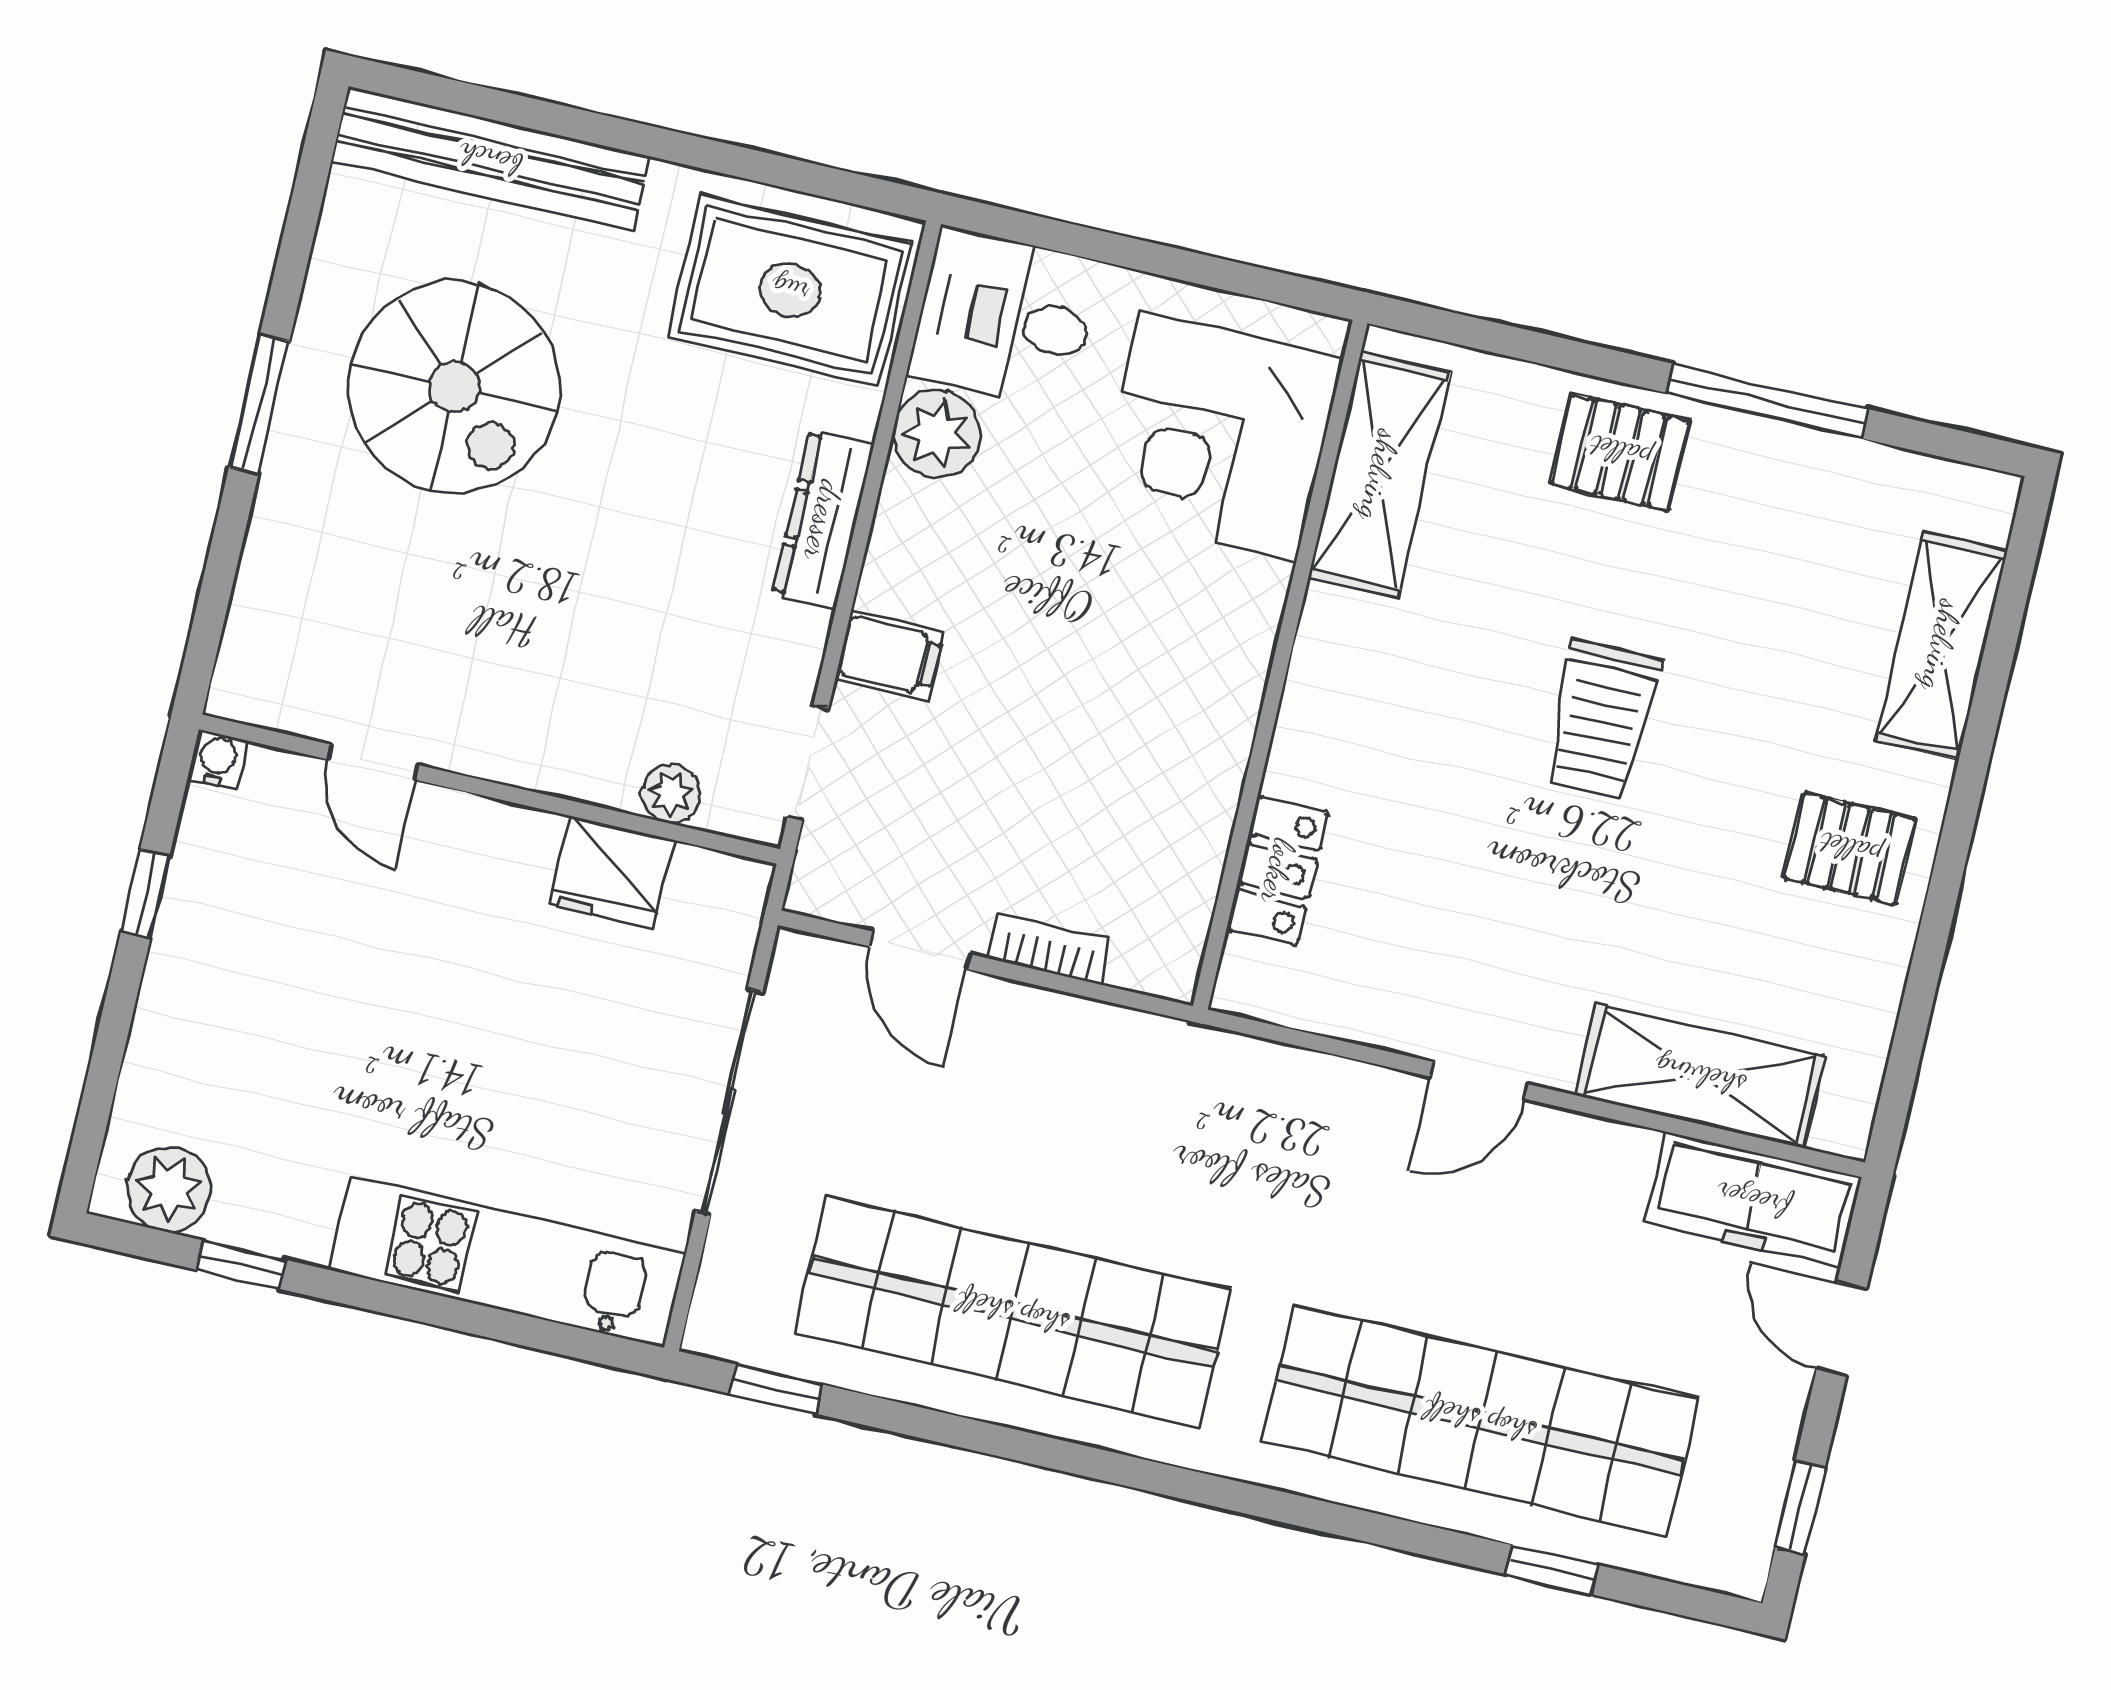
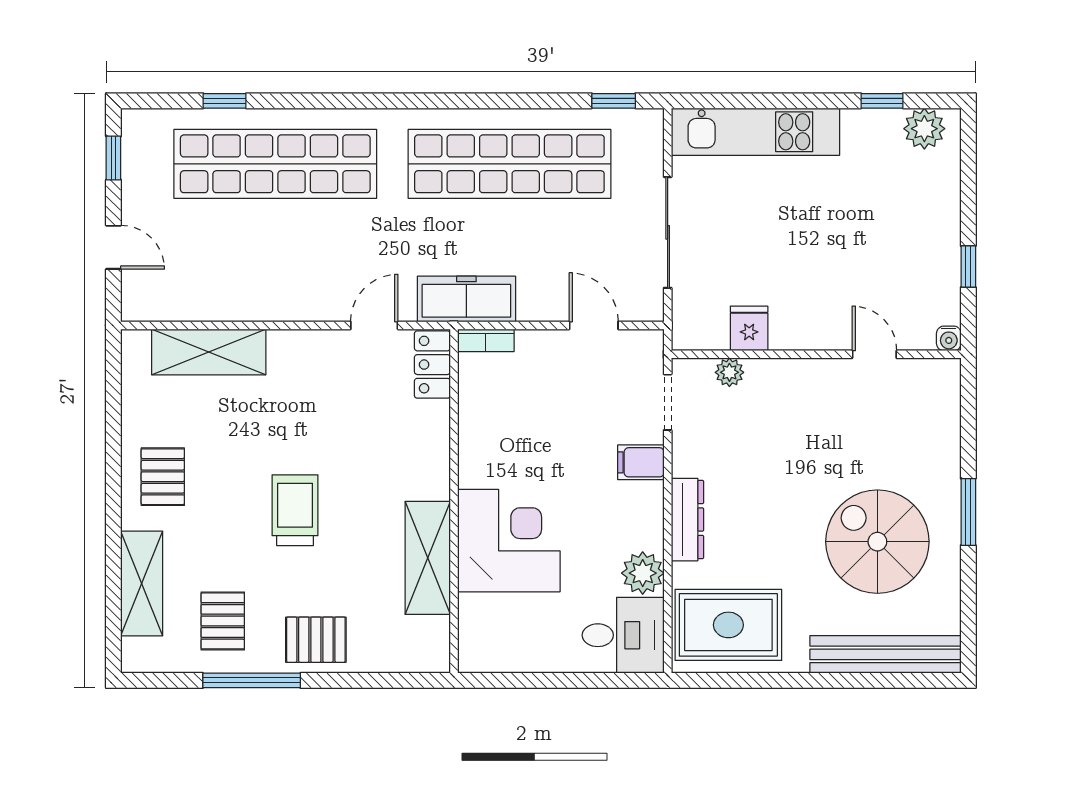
corner desk: (1218, 436) -> (509, 541), moved
shelving: (1379, 475) -> (428, 558), moved
pallet: (1797, 533) -> (223, 621), added
pallet: (1850, 849) -> (163, 477), turned 90
locker: (1278, 871) -> (432, 365), moved
fridge: (611, 872) -> (749, 328), width x0.72
bookcase: (1049, 949) -> (486, 340), moved
door: (1479, 1080) -> (374, 325), moved
freezer: (1753, 1200) -> (466, 299), moved

